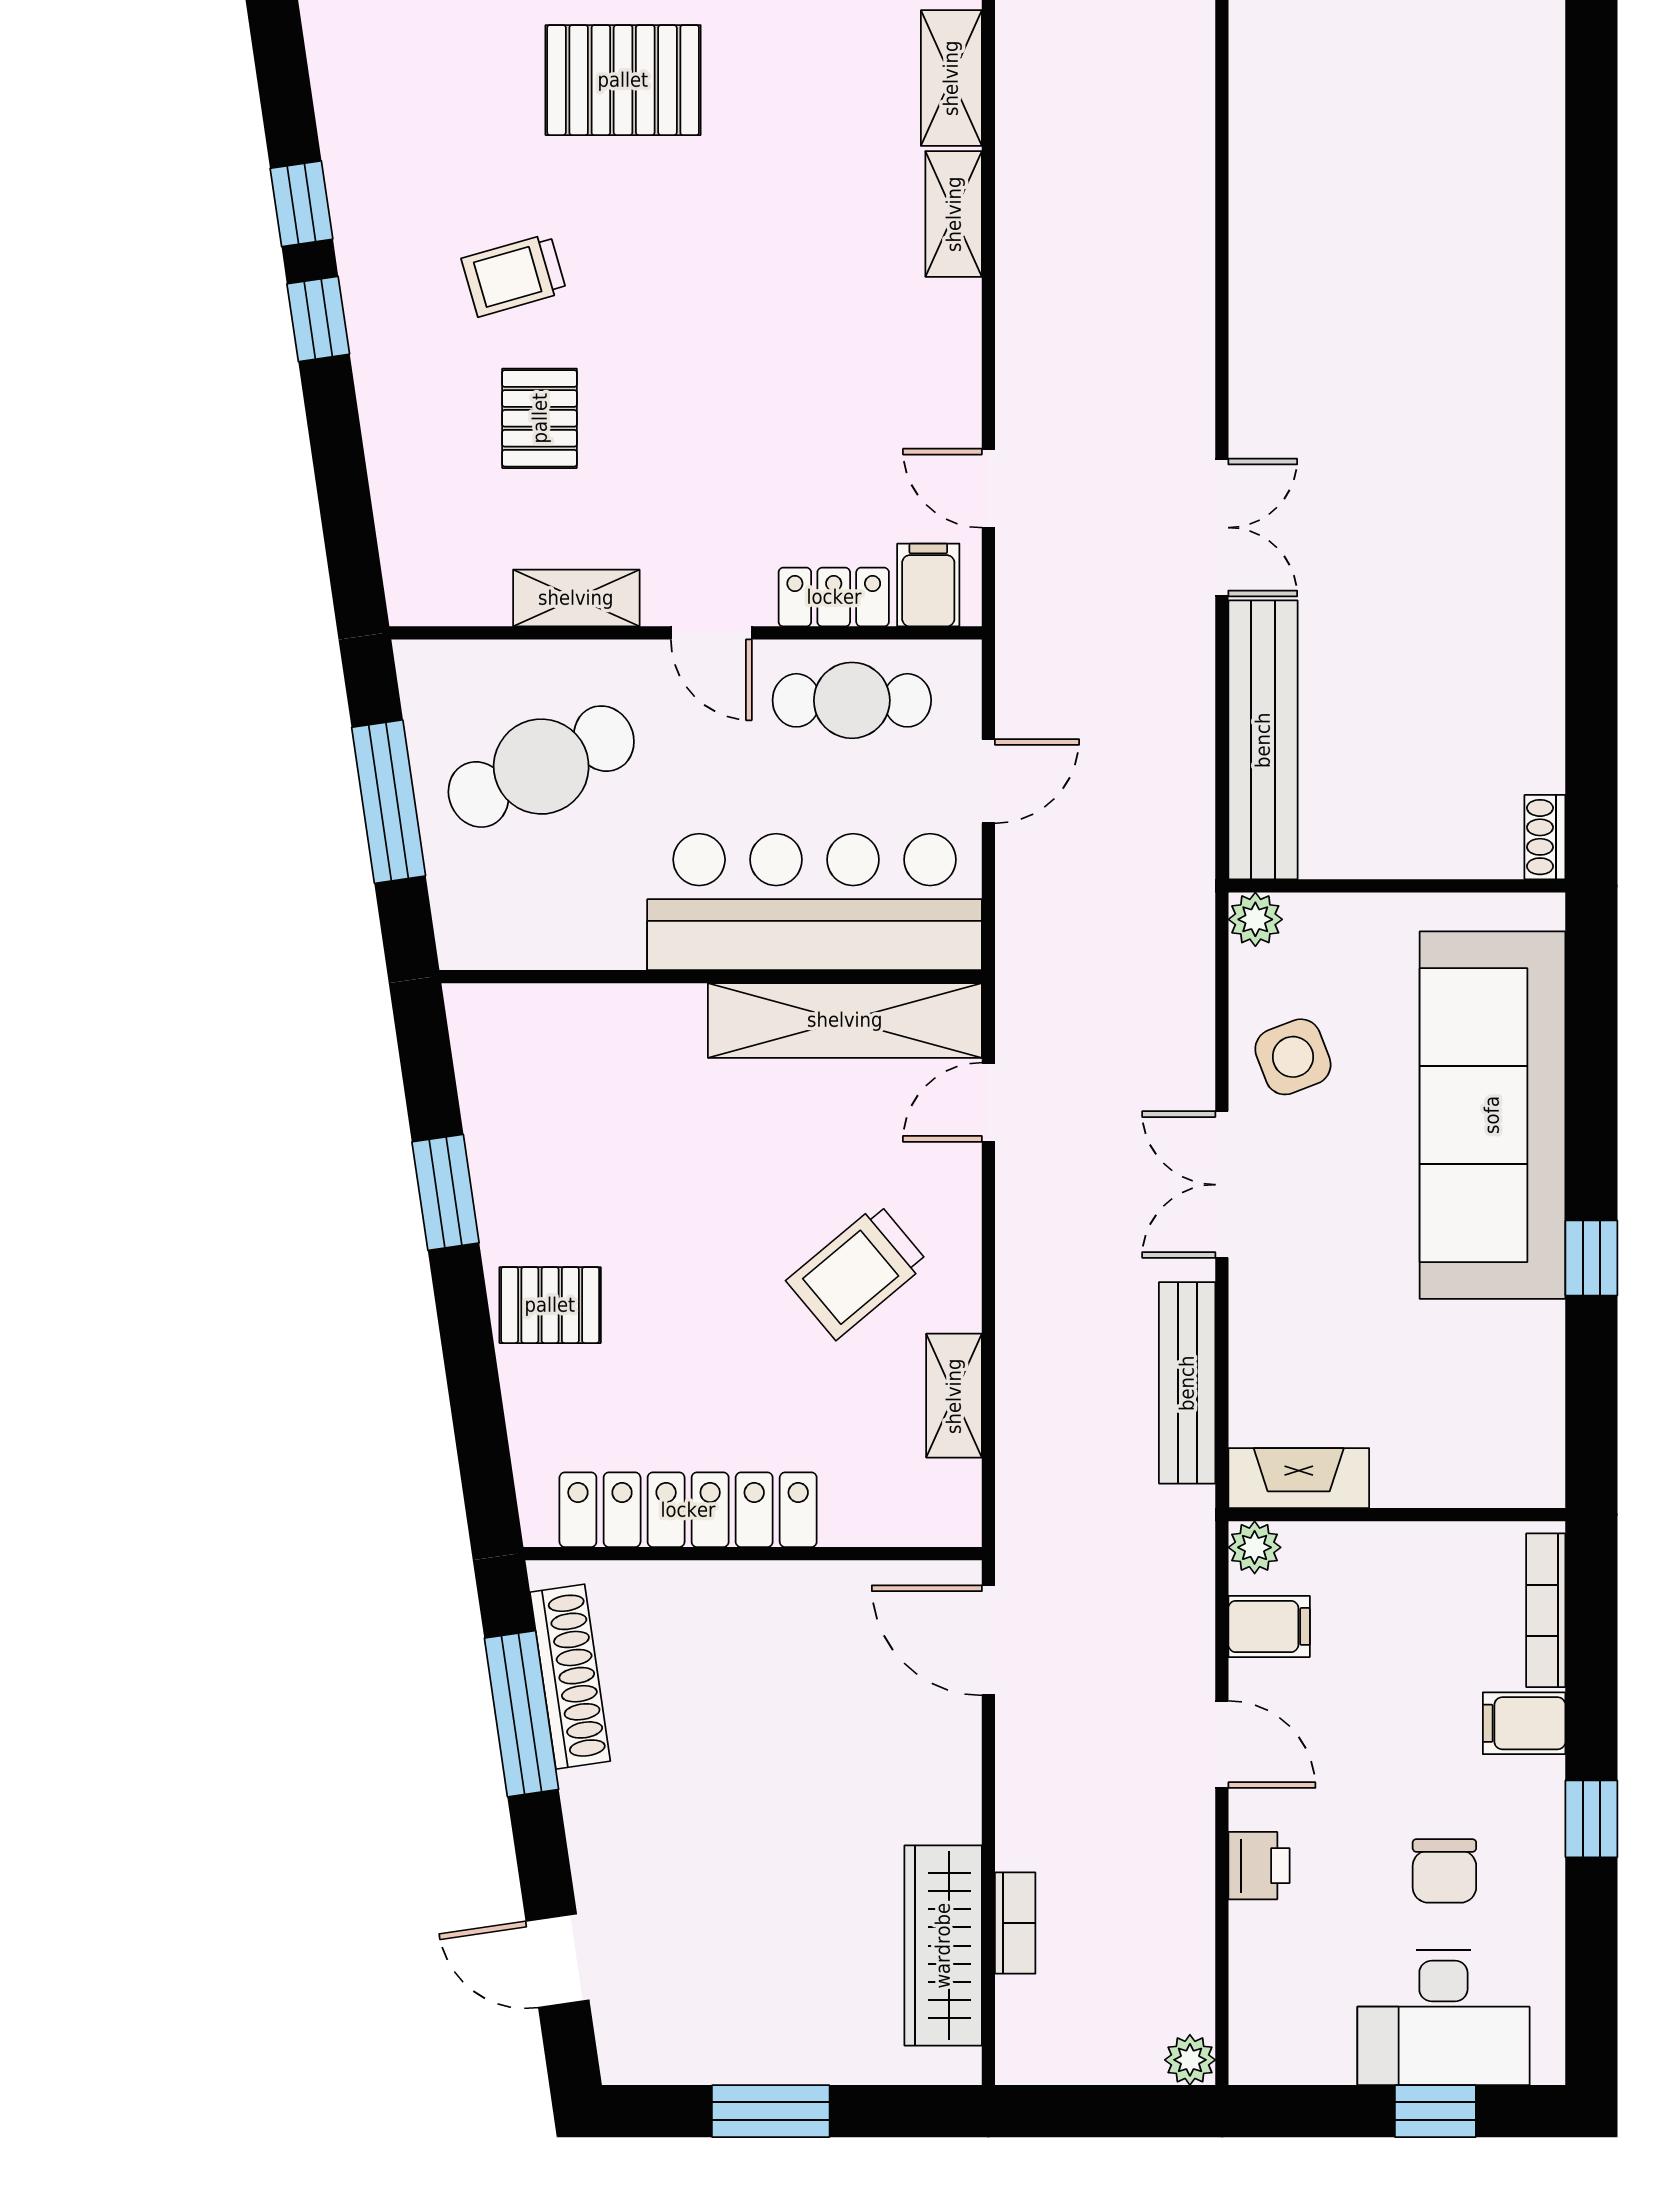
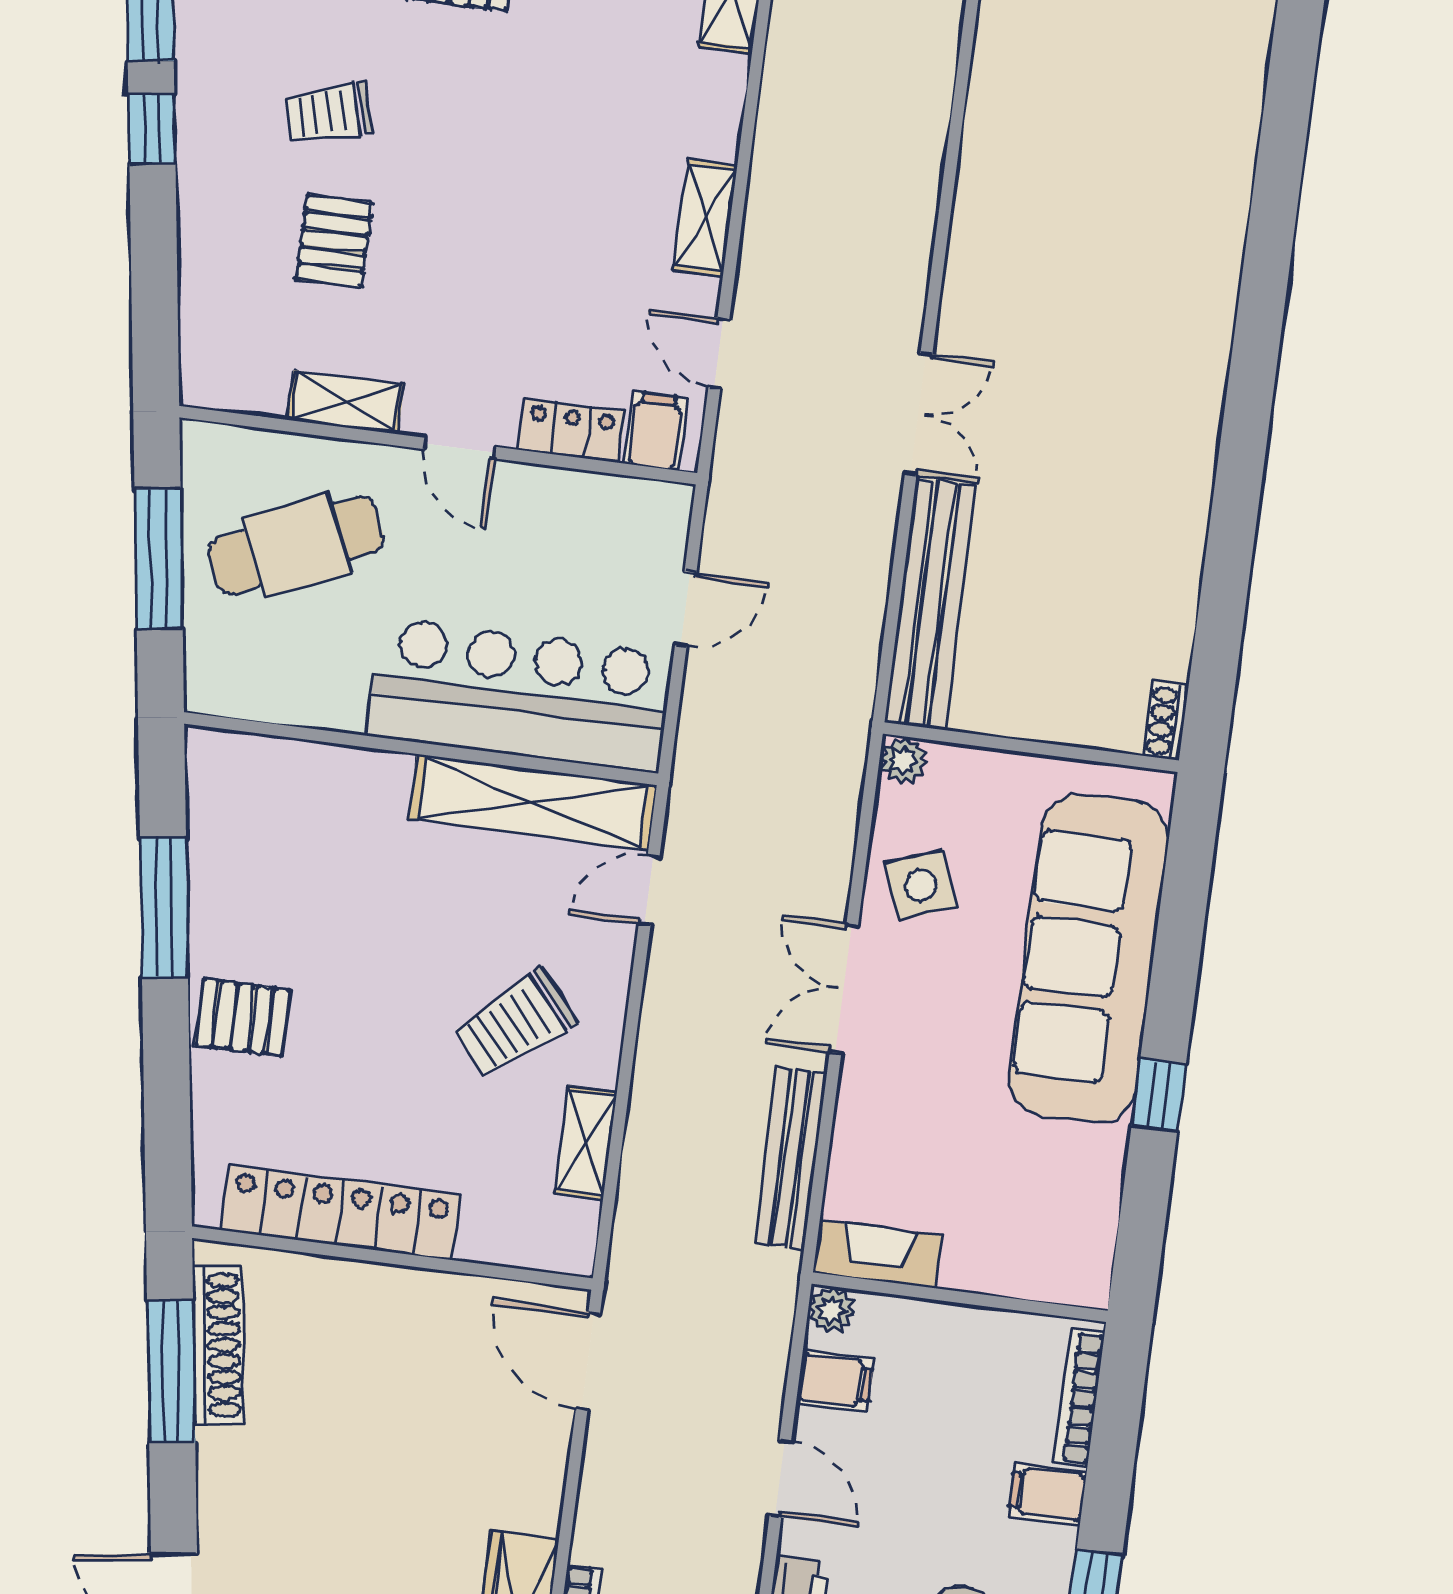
shelving: (954, 214) -> (705, 218), moved
cafe table: (852, 700) -> (575, 523), removed
window: (446, 1192) -> (164, 907), width x1.44

